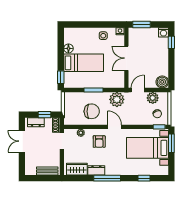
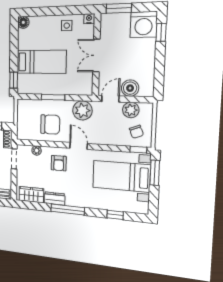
washing machine: (163, 32) -> (144, 25), width x1.89, depth x1.89
floor lamp: (68, 48) -> (23, 22), moved
boiler: (162, 82) -> (130, 88), moved

